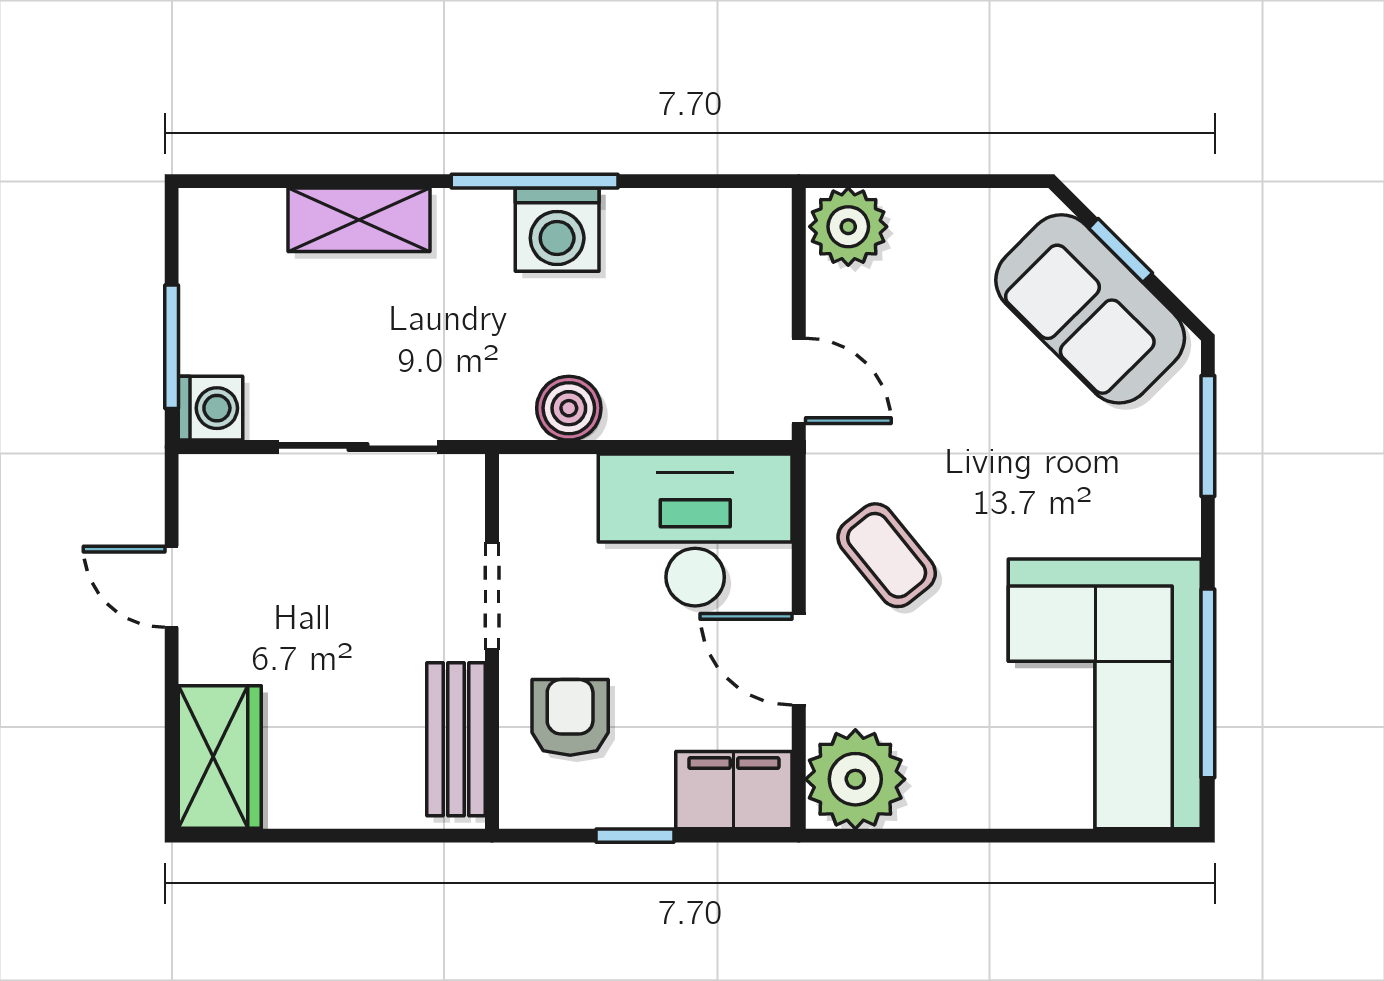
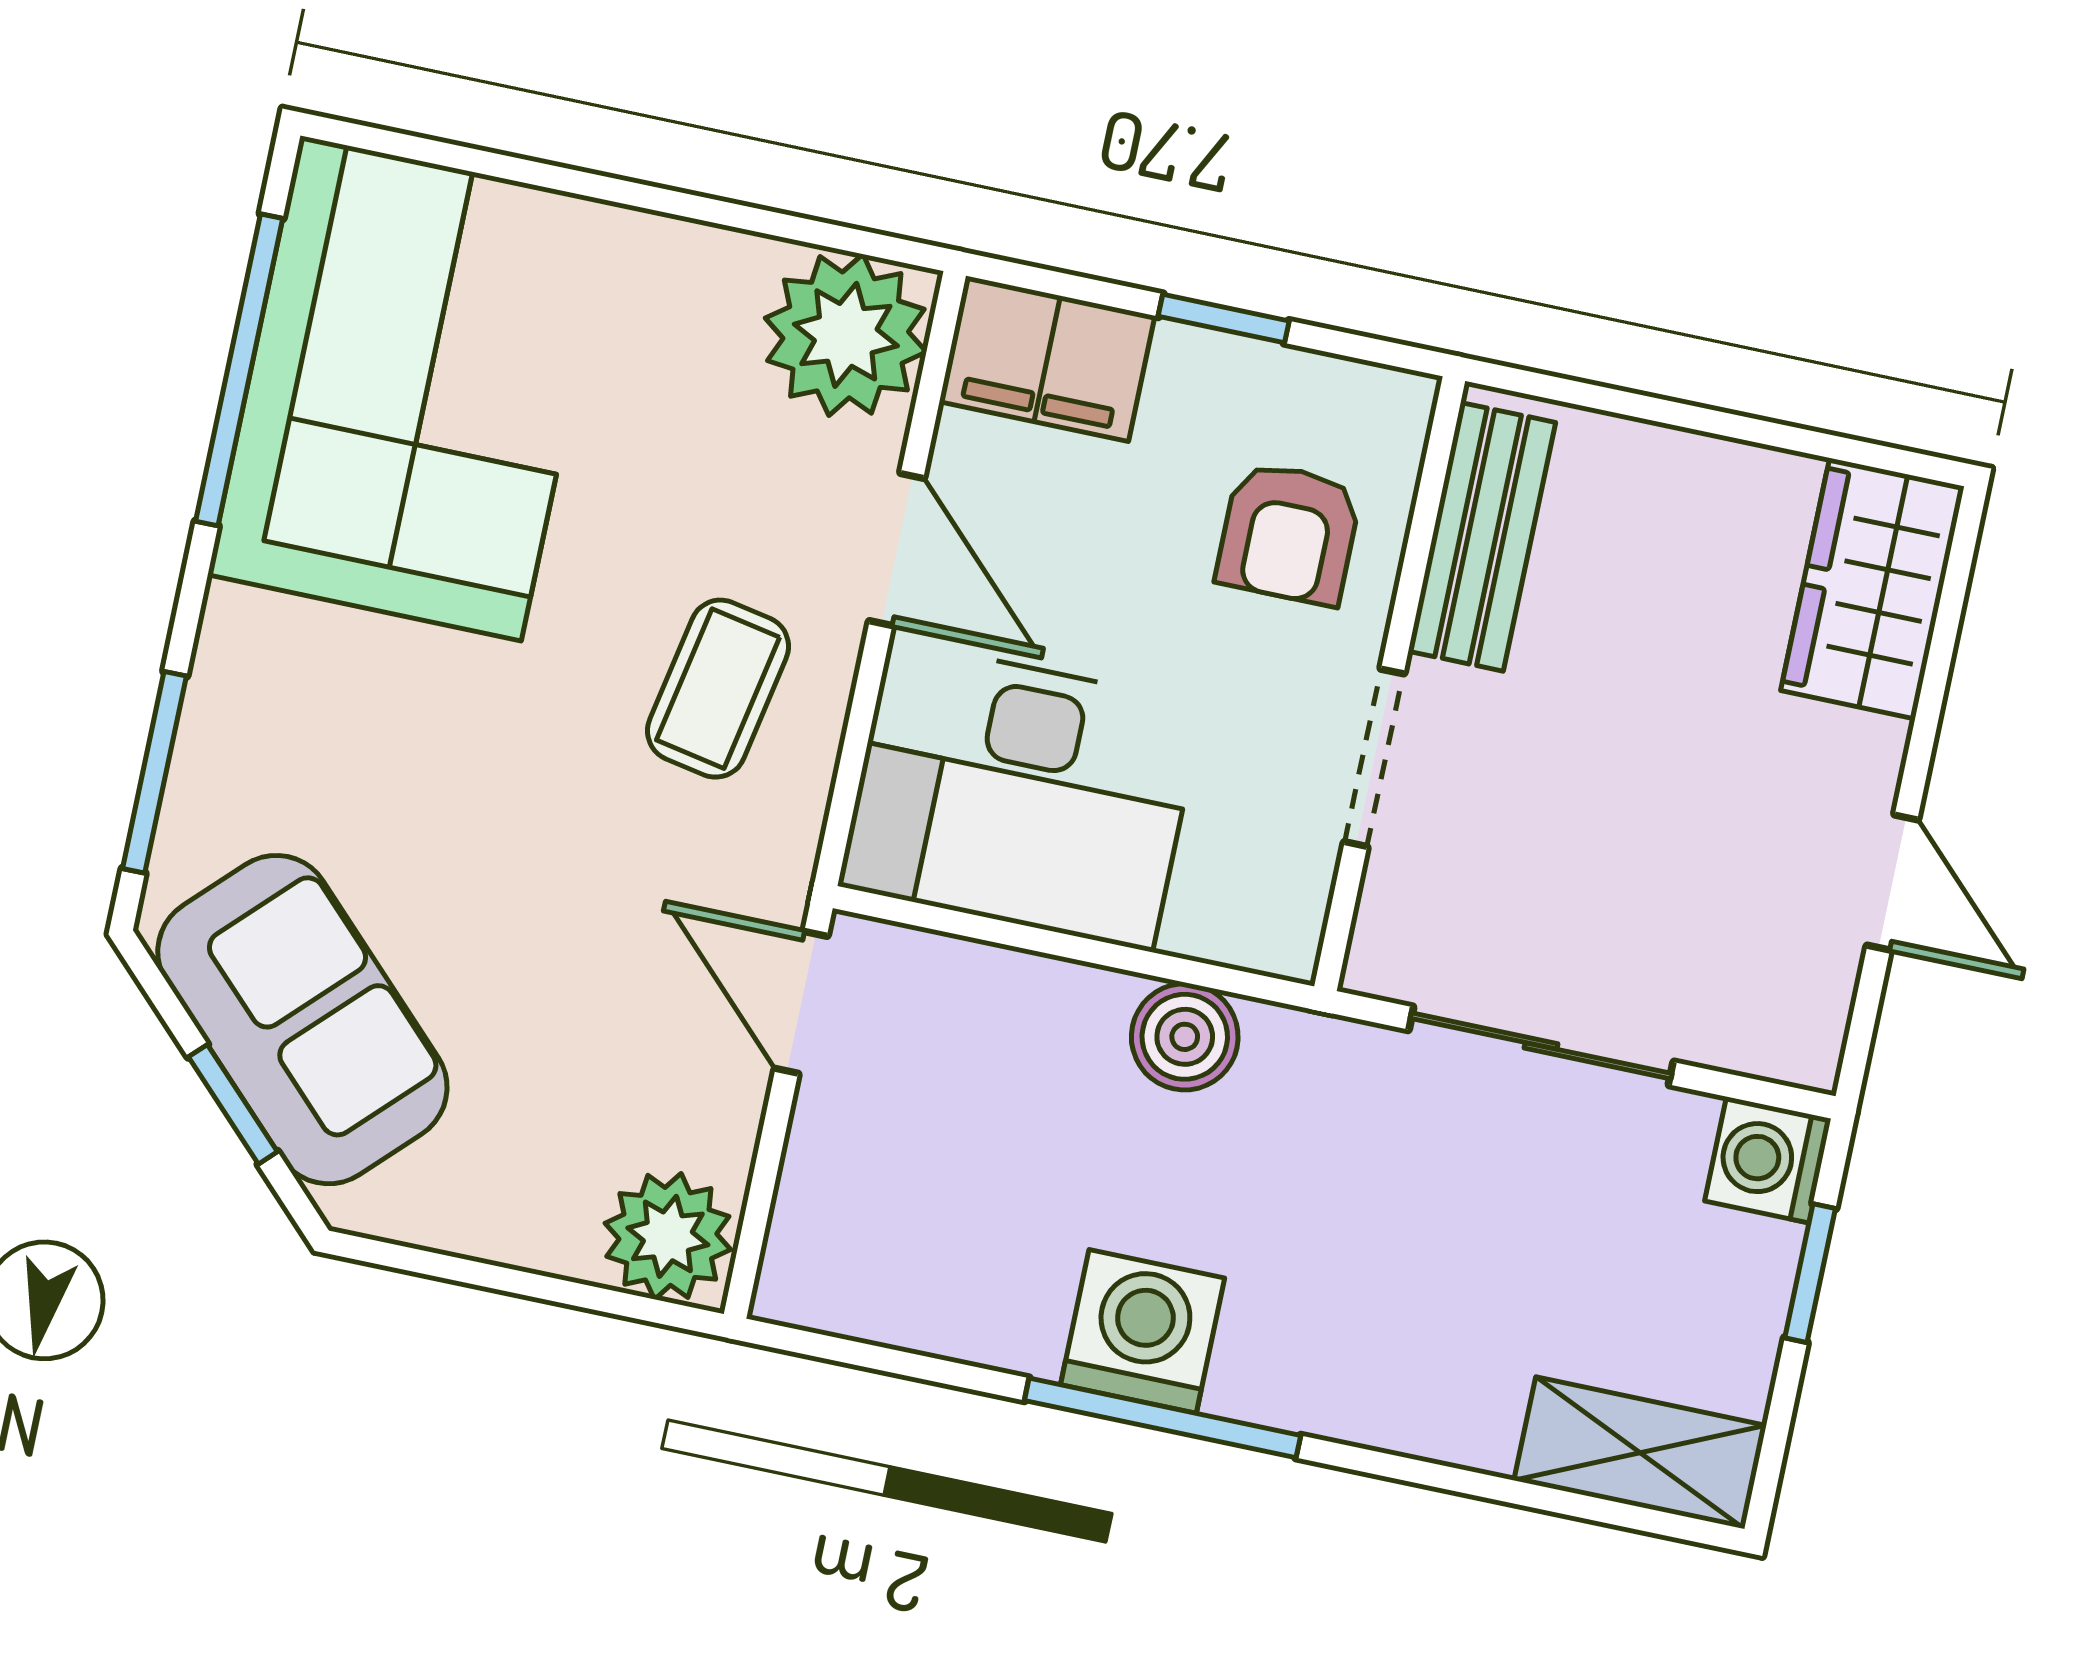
shelving: (359, 220) -> (1640, 1453), moved
window: (172, 347) -> (1810, 1273), width x0.67
coffee table: (887, 555) -> (718, 689), turned 50

